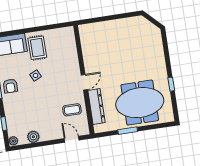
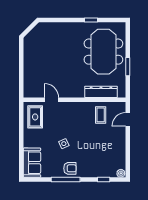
rug: (37, 48) -> (35, 117), moved, turned 90
door: (84, 82) -> (52, 100), moved
plant: (33, 137) -> (120, 154), removed

